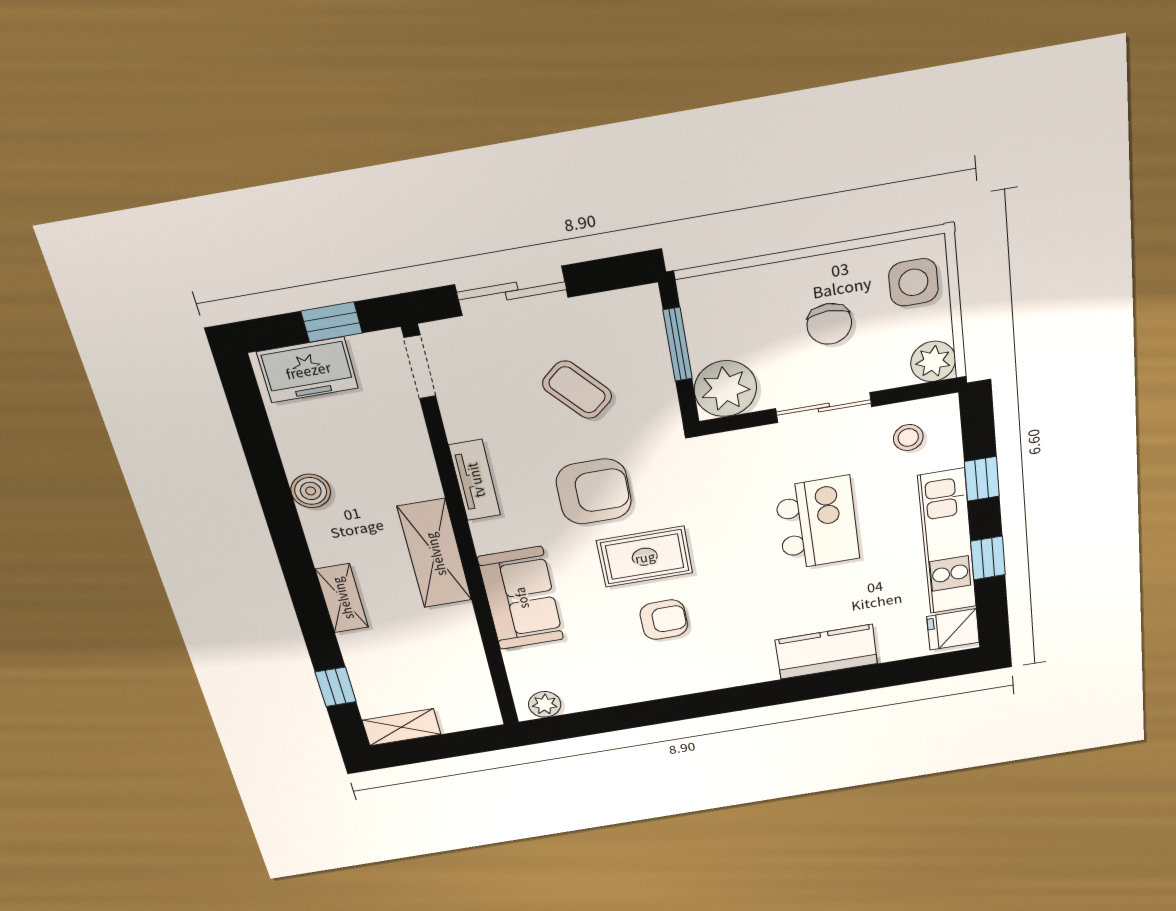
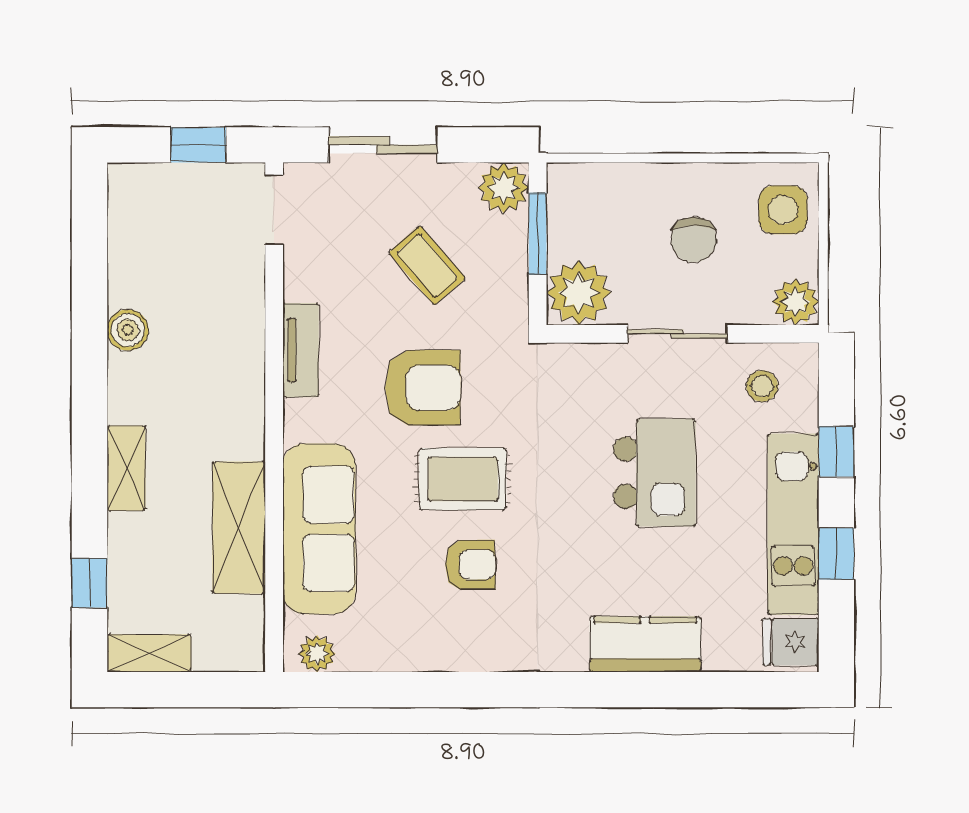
plant: (637, 309) -> (504, 188), added
freezer: (308, 370) -> (161, 192), removed
shelving: (435, 554) -> (239, 528), moved
sofa: (521, 598) -> (319, 529), width x1.36

